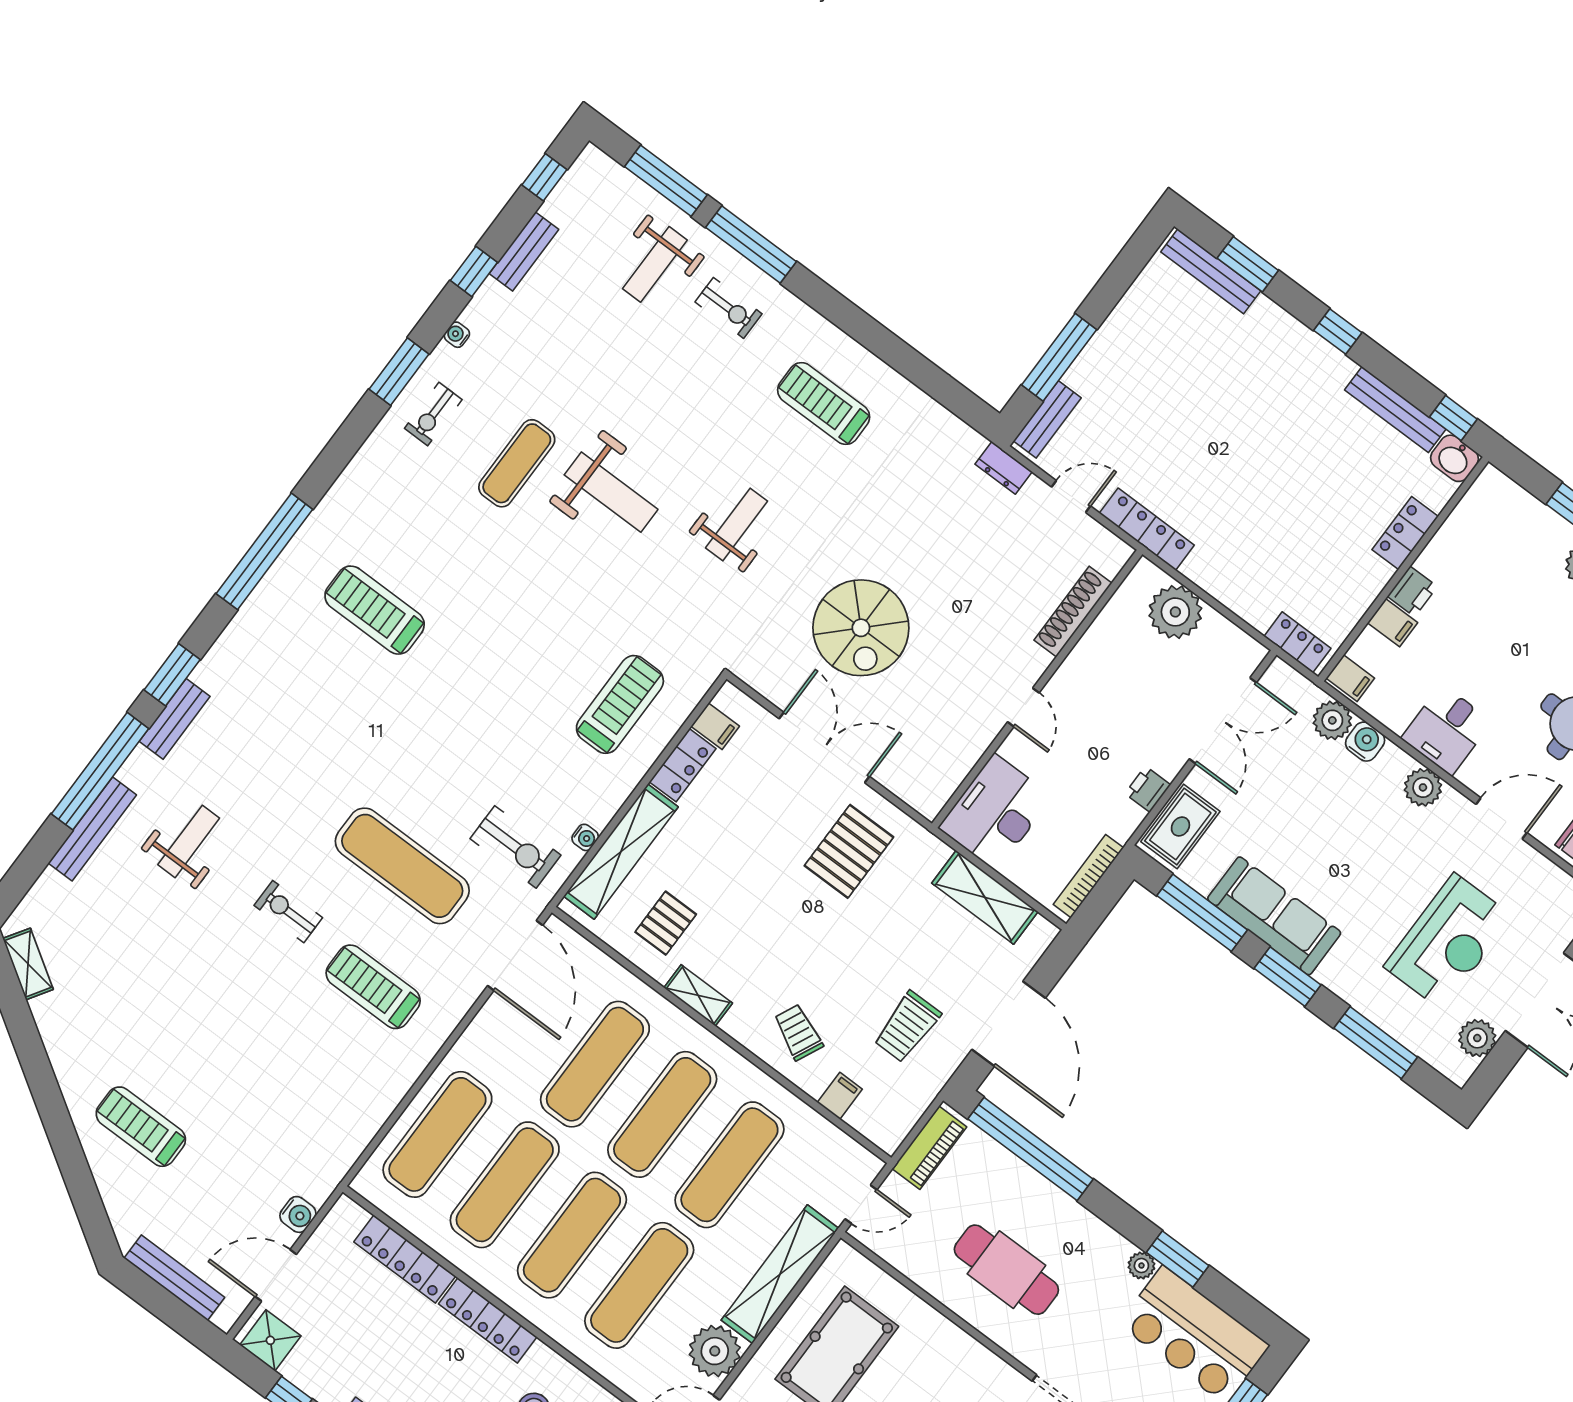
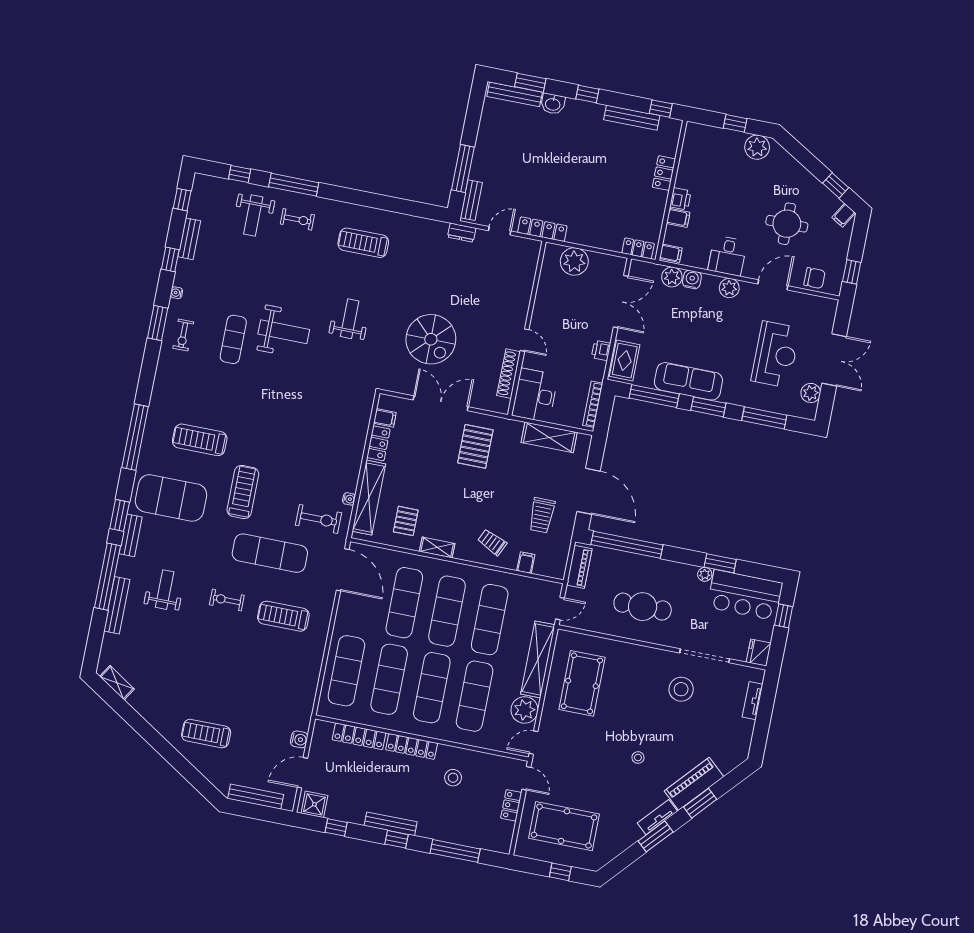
window: (666, 181) -> (240, 174), width x0.46
washbasin: (1454, 458) -> (553, 104), moved
shoe rack: (1073, 612) -> (509, 374), moved
exercise mat: (276, 687) -> (171, 498), added
treadmill: (620, 704) -> (243, 492), moved

